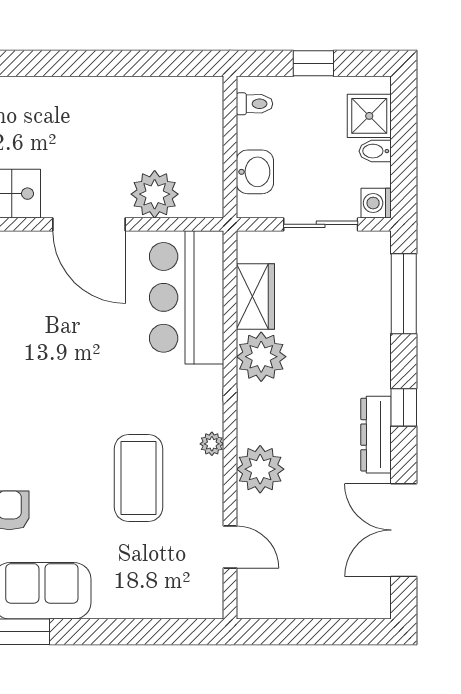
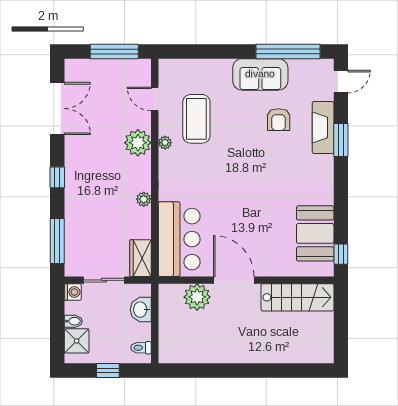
wardrobe: (255, 296) -> (140, 258), moved
plant: (261, 357) -> (144, 199), width x0.53, depth x0.53
dresser: (376, 435) -> (73, 162), removed
plant: (212, 444) -> (165, 143), moved
coffee table: (139, 478) -> (196, 119), moved
window: (302, 632) -> (114, 51), added

